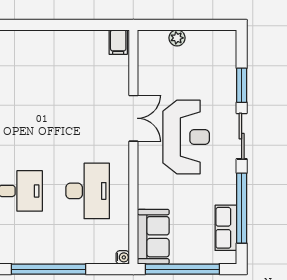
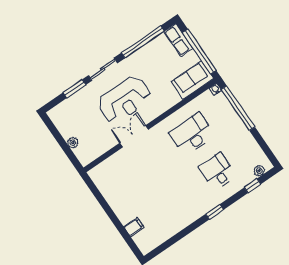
filing cabinet: (118, 42) -> (134, 227), moved
reception desk: (186, 137) -> (124, 100), turned 180
row of seats: (226, 228) -> (178, 40), moved, turned 90
window: (49, 269) -> (238, 108), moved

